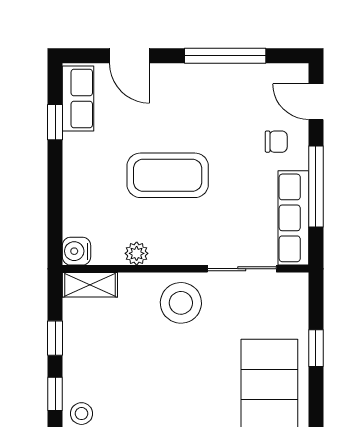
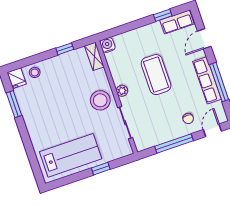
row of seats: (293, 218) -> (207, 80), moved, turned -90
plant: (137, 253) -> (122, 91), moved
window: (55, 394) -> (39, 57), removed

